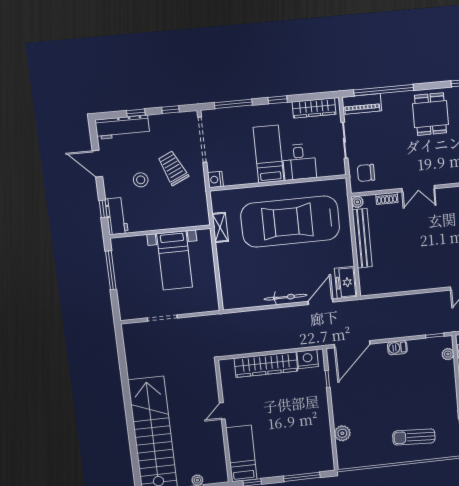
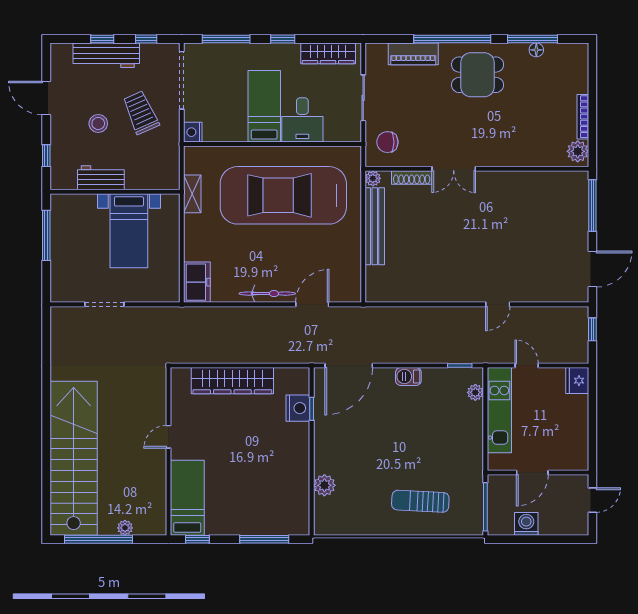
window: (384, 90) -> (452, 39), moved
piano: (362, 104) -> (413, 54), moved
dining table: (430, 114) -> (478, 75), turned 90
workbench: (122, 127) -> (106, 55), moved
shoe rack: (387, 198) -> (412, 178), width x1.43
workbench: (117, 216) -> (101, 178), moved, turned -90
freezer: (346, 282) -> (197, 282), moved, turned 180
nightstand: (308, 359) -> (298, 408), moved, turned 90

